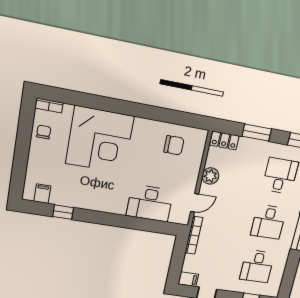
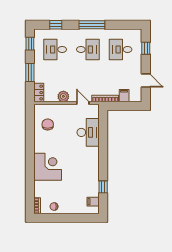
corner desk: (100, 140) -> (48, 167), width x0.74, depth x0.74
desk: (257, 266) -> (121, 49), turned 180
filing cabinet: (188, 279) -> (124, 96), moved

